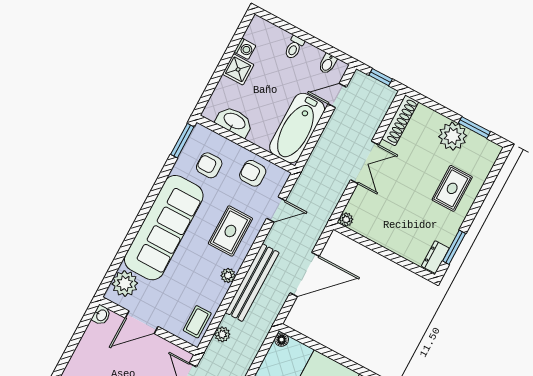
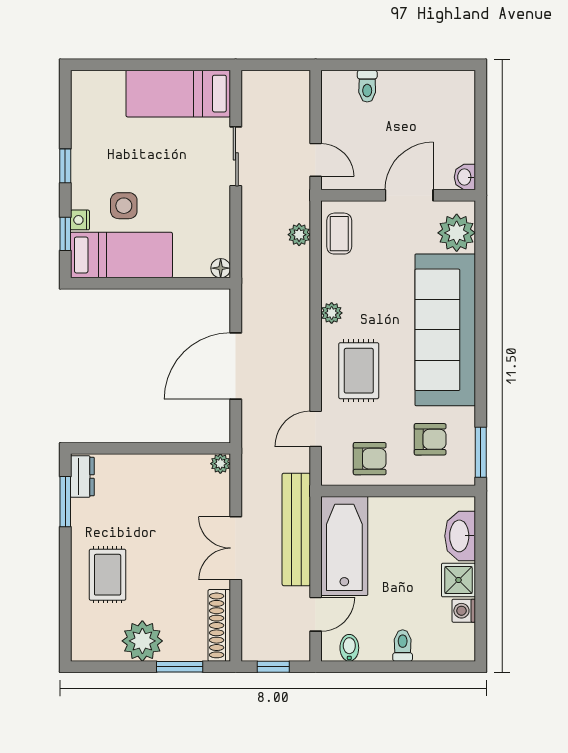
washbasin: (234, 122) -> (460, 536), moved, turned 90
window: (474, 127) -> (180, 667), moved
bench: (252, 283) -> (296, 529), moved

